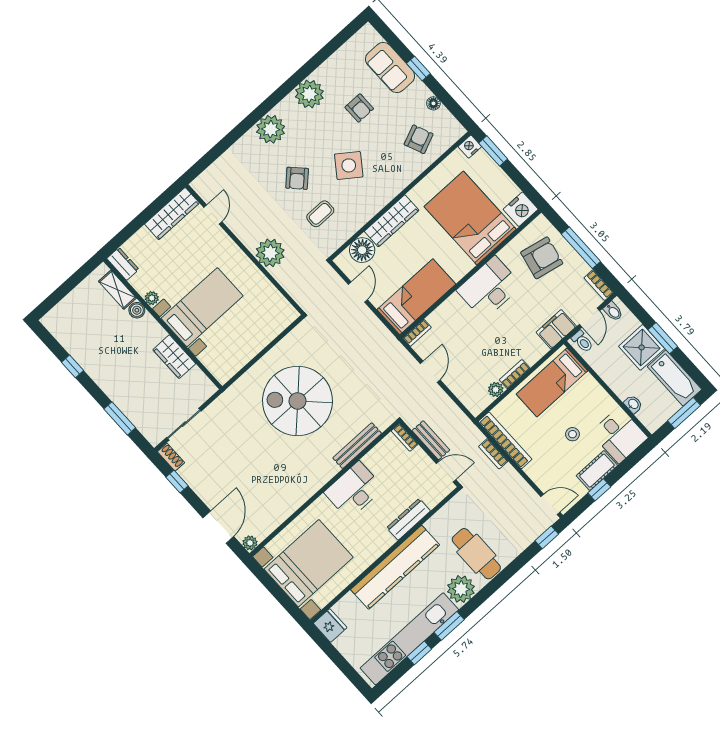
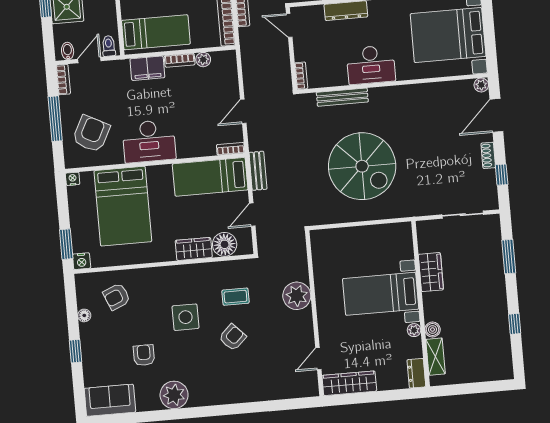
sofa: (390, 67) -> (110, 400), moved, turned -90
plant: (271, 129) -> (224, 391), removed
side table: (349, 165) -> (185, 317), turned -36
nightstand: (521, 209) -> (73, 179), width x0.53, depth x0.56
wardrobe: (392, 221) -> (194, 249), width x0.67
armchair: (542, 258) -> (91, 134), turned 105
filing cabinet: (556, 329) -> (147, 68), moved
bench: (431, 440) -> (258, 171), moved
shoe rack: (171, 457) -> (488, 155), moved

